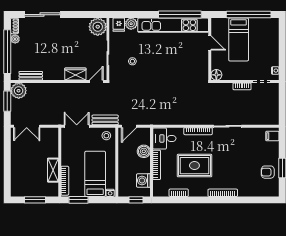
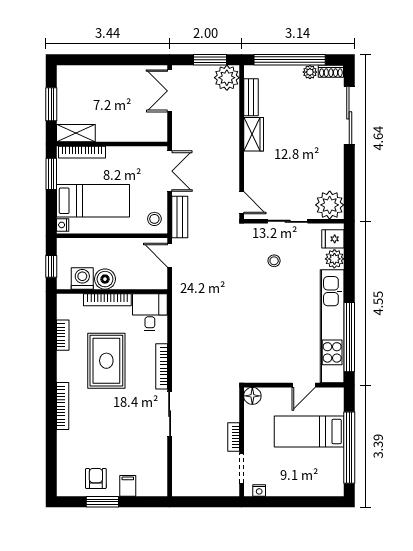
wardrobe: (75, 74) -> (254, 134), moved
filing cabinet: (272, 136) -> (128, 486), moved
boiler: (144, 151) -> (105, 279), moved
shelving: (53, 170) -> (76, 133), moved

